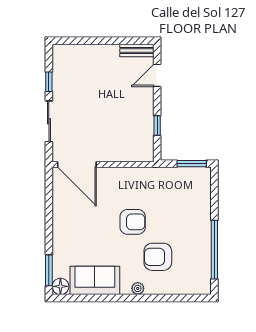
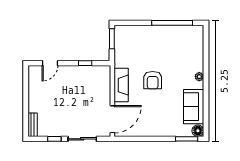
bench: (137, 50) -> (33, 125), moved
door: (157, 75) -> (50, 63), hinge flipped
fireplace: (126, 177) -> (121, 85), added
armchair: (133, 222) -> (153, 80), turned 180
armchair: (158, 257) -> (177, 63), removed

